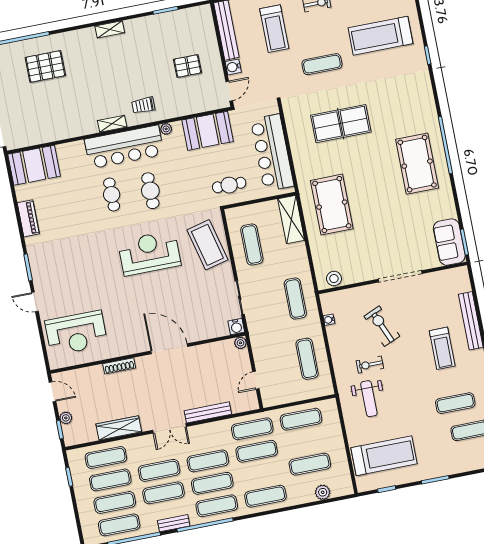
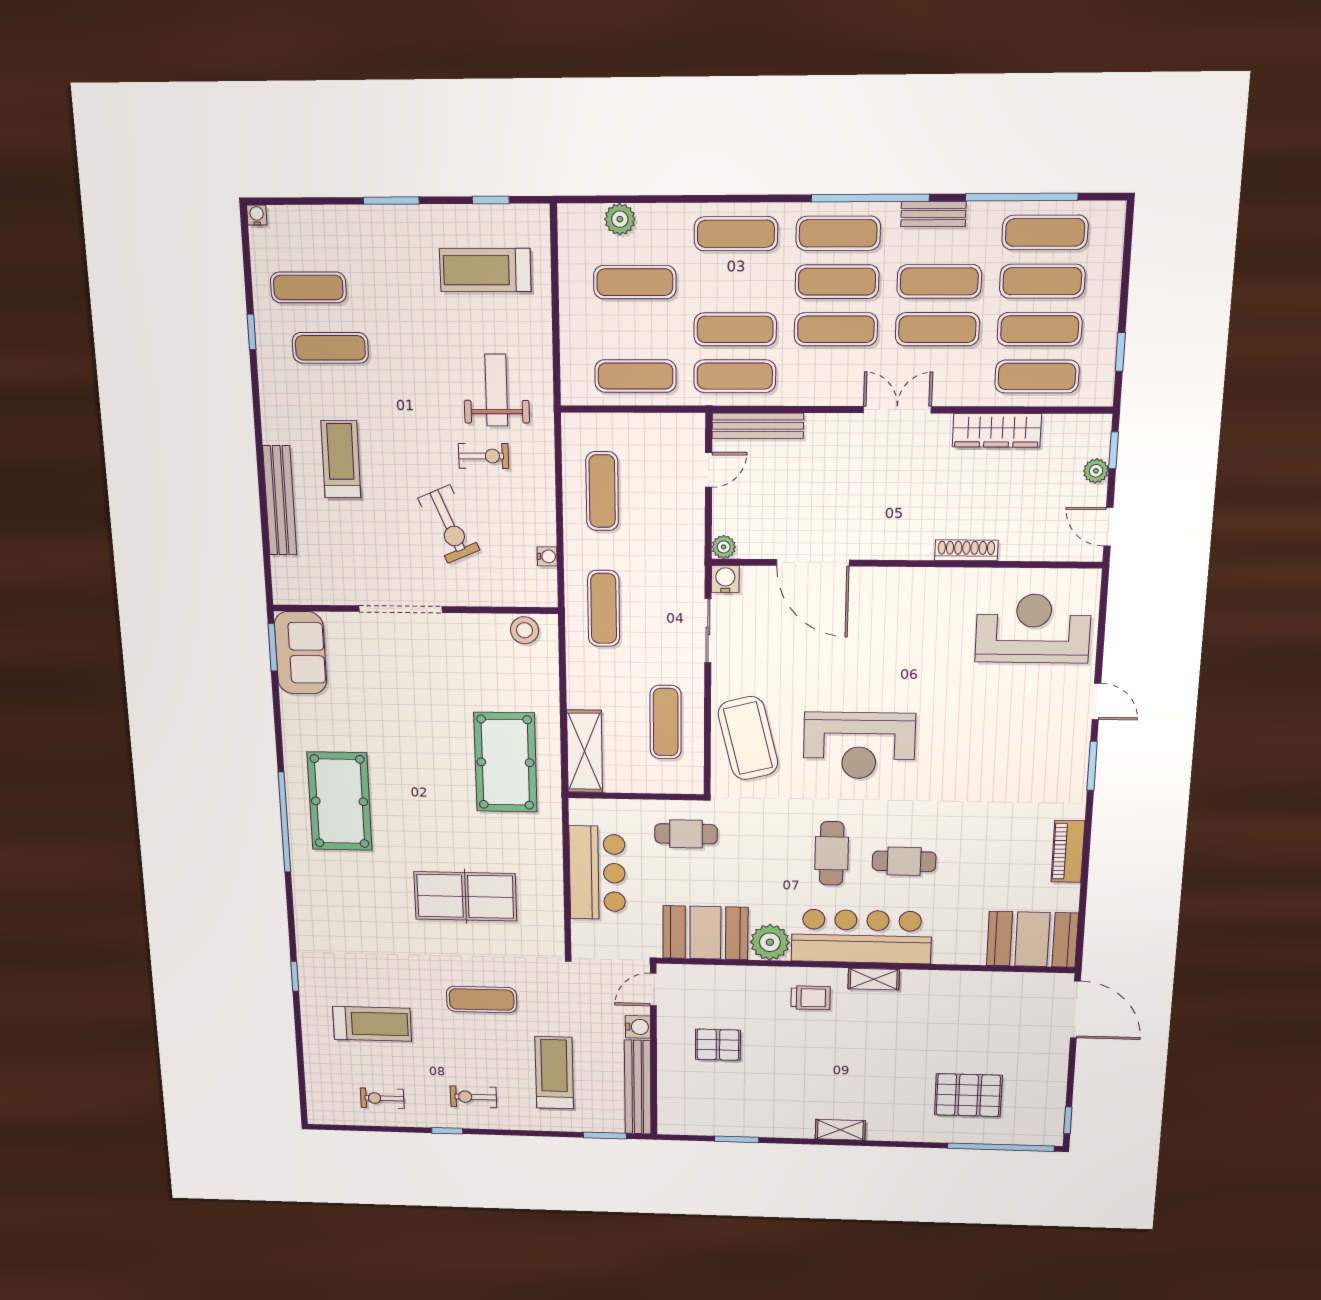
treadmill: (381, 36) -> (372, 1024), width x0.73, depth x0.73
plant: (166, 129) -> (770, 942), width x1.88, depth x1.88
bar counter: (272, 153) -> (597, 873), width x0.73
cafe table: (112, 194) -> (904, 861), turned 90
door: (169, 349) -> (813, 563), moved
bench: (208, 412) -> (758, 426), moved
treadmill: (384, 456) -> (485, 270), width x0.73, depth x0.73

